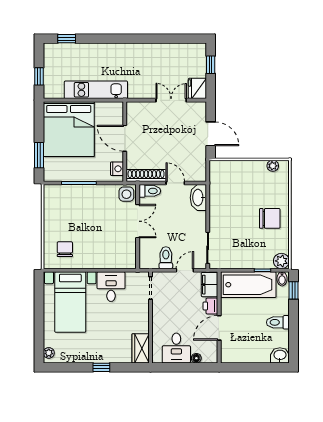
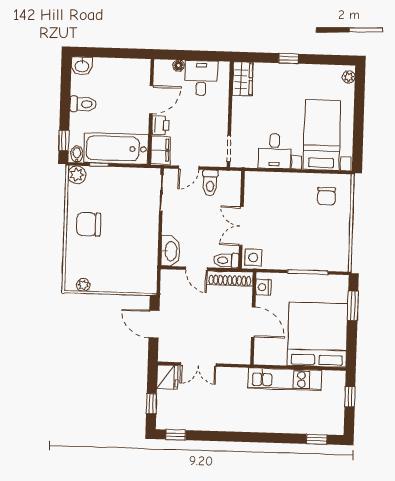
window: (189, 39) -> (176, 435), added

